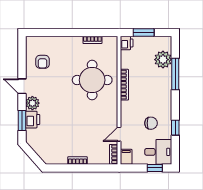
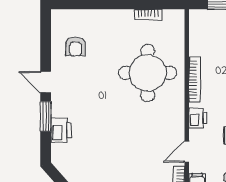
printer: (127, 43) -> (198, 118), moved
plant: (32, 103) -> (61, 106), removed
window: (22, 120) -> (46, 116), moved

